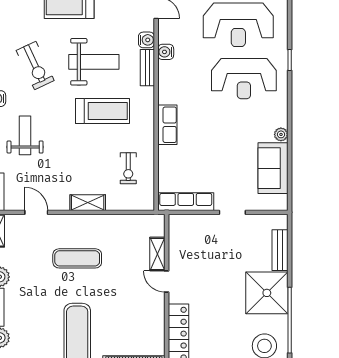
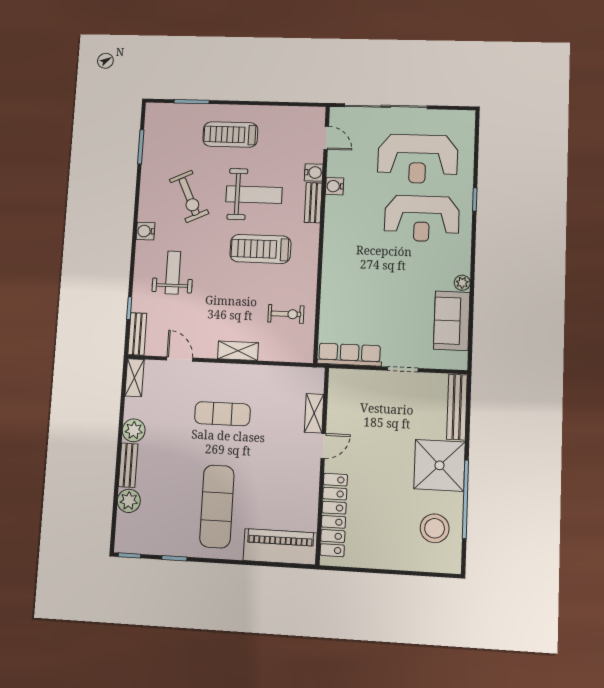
treadmill: (102, 111) -> (260, 249), turned 180
row of seats: (167, 125) -> (333, 267), removed
exercise bike: (128, 168) -> (286, 314), turned -90
bench: (280, 250) -> (457, 407), width x1.36
door: (167, 282) -> (323, 446), swing flipped

